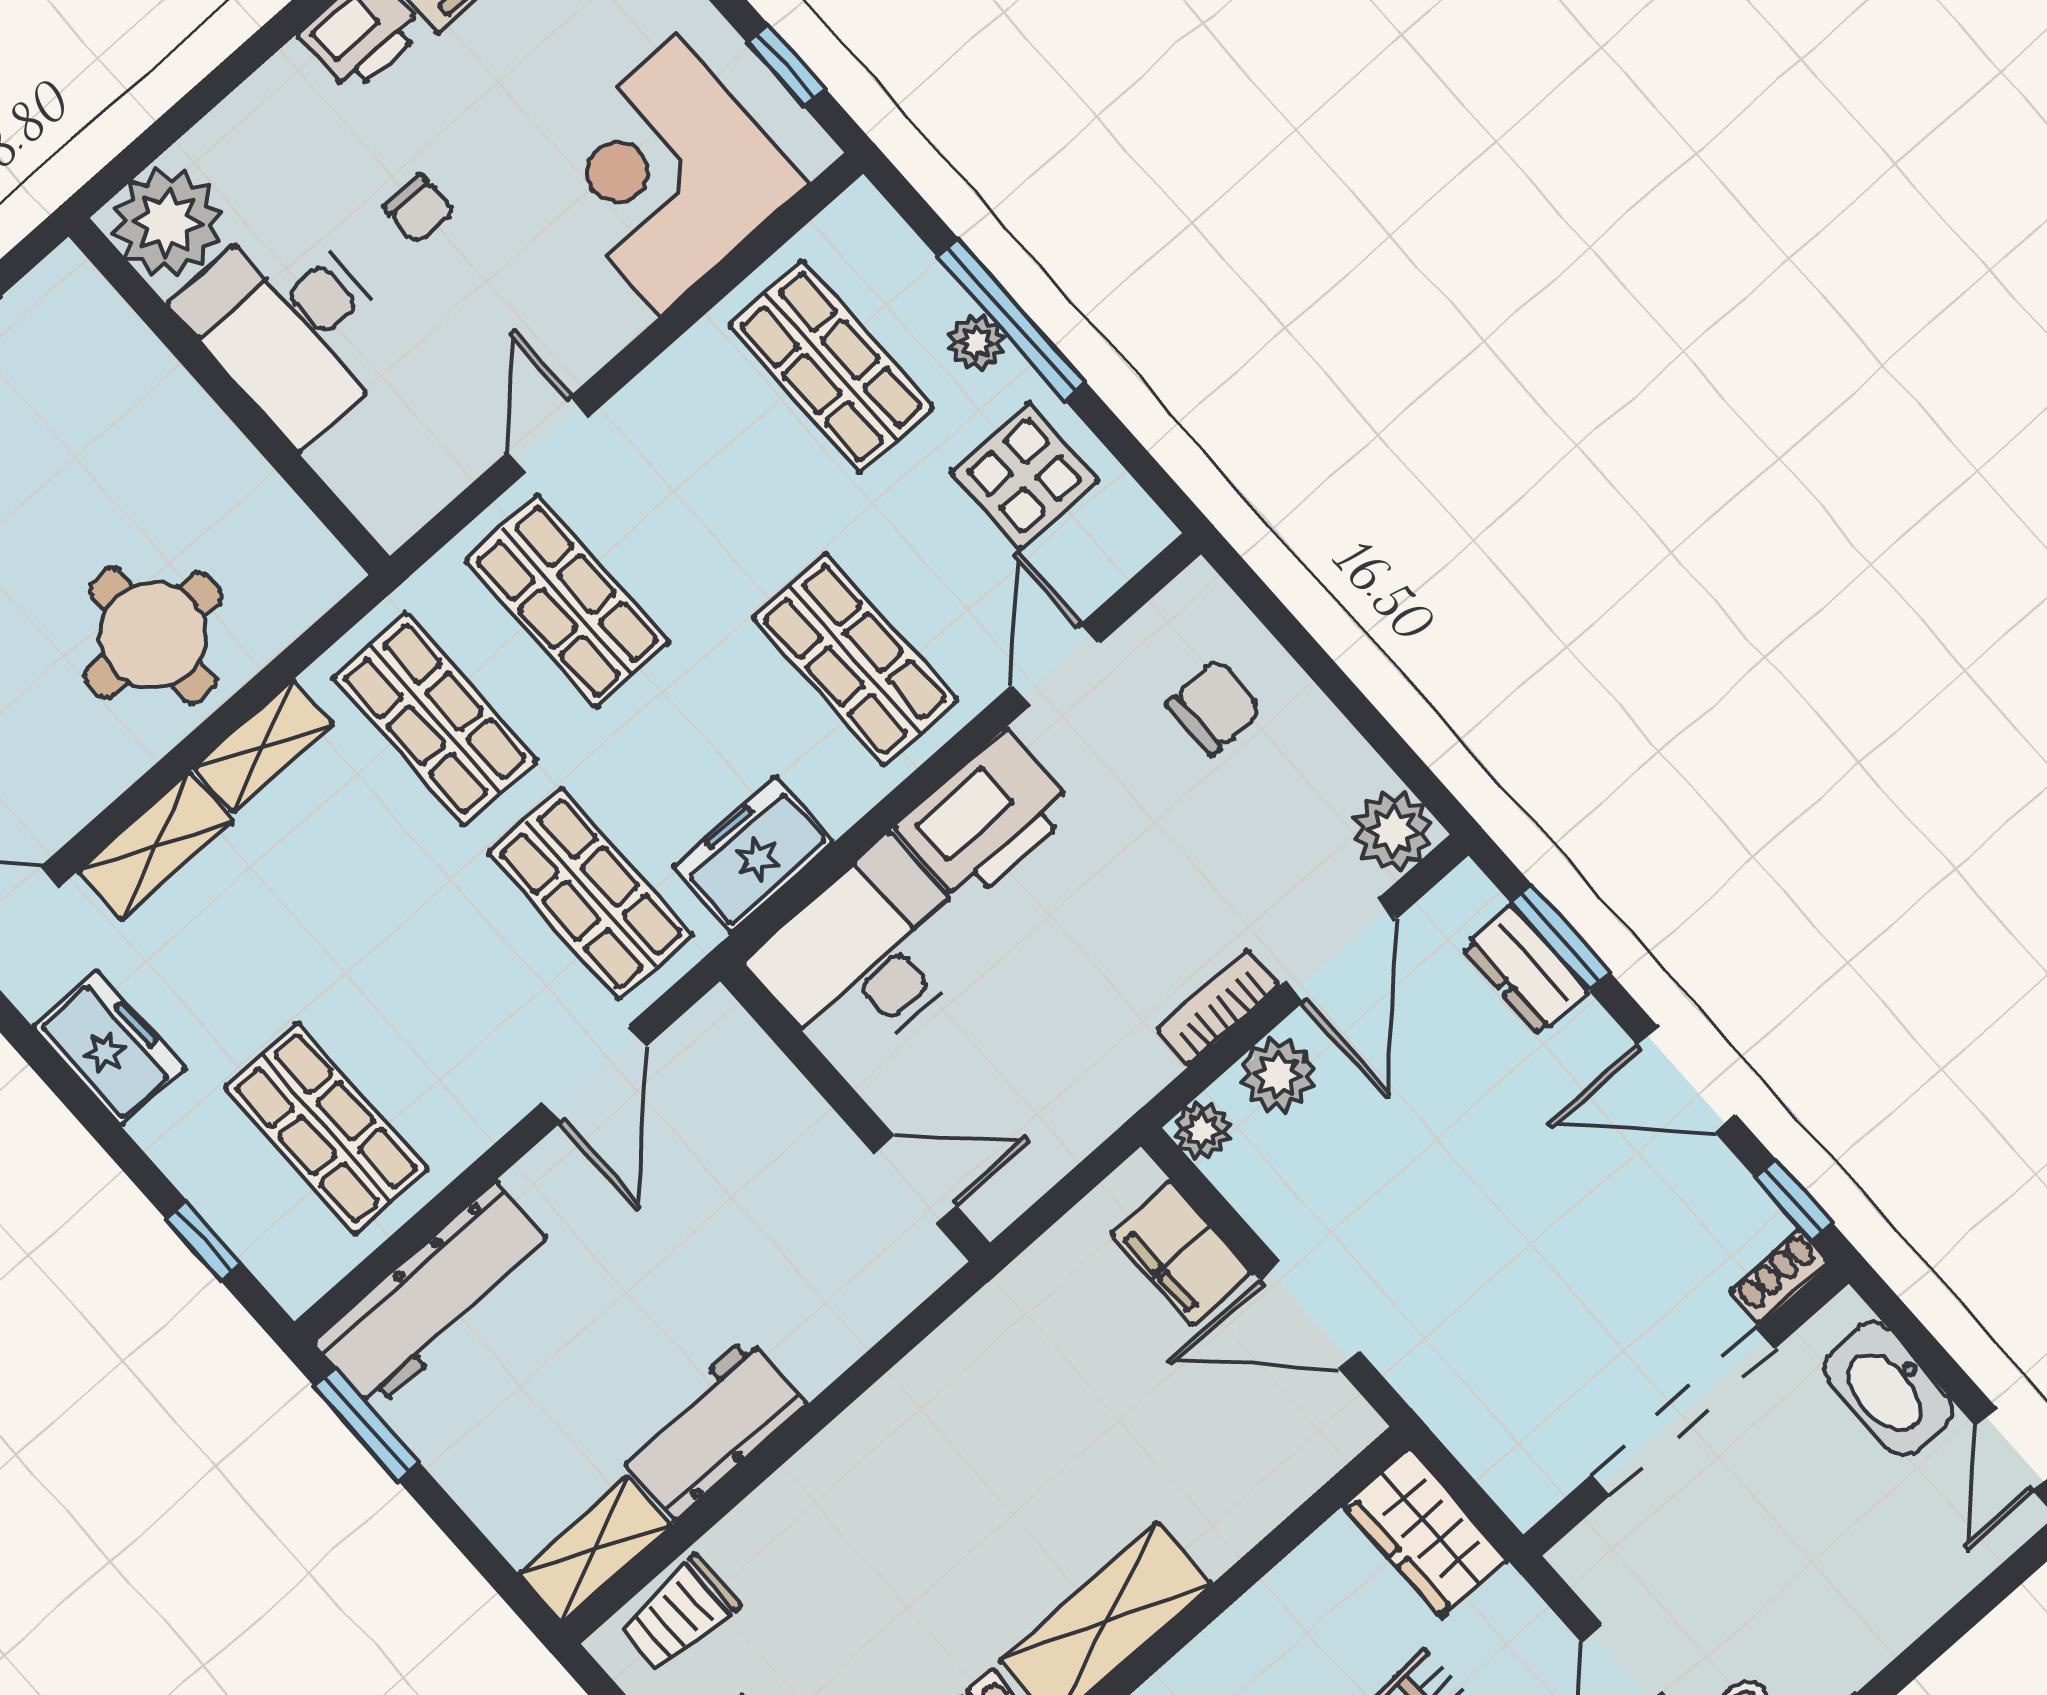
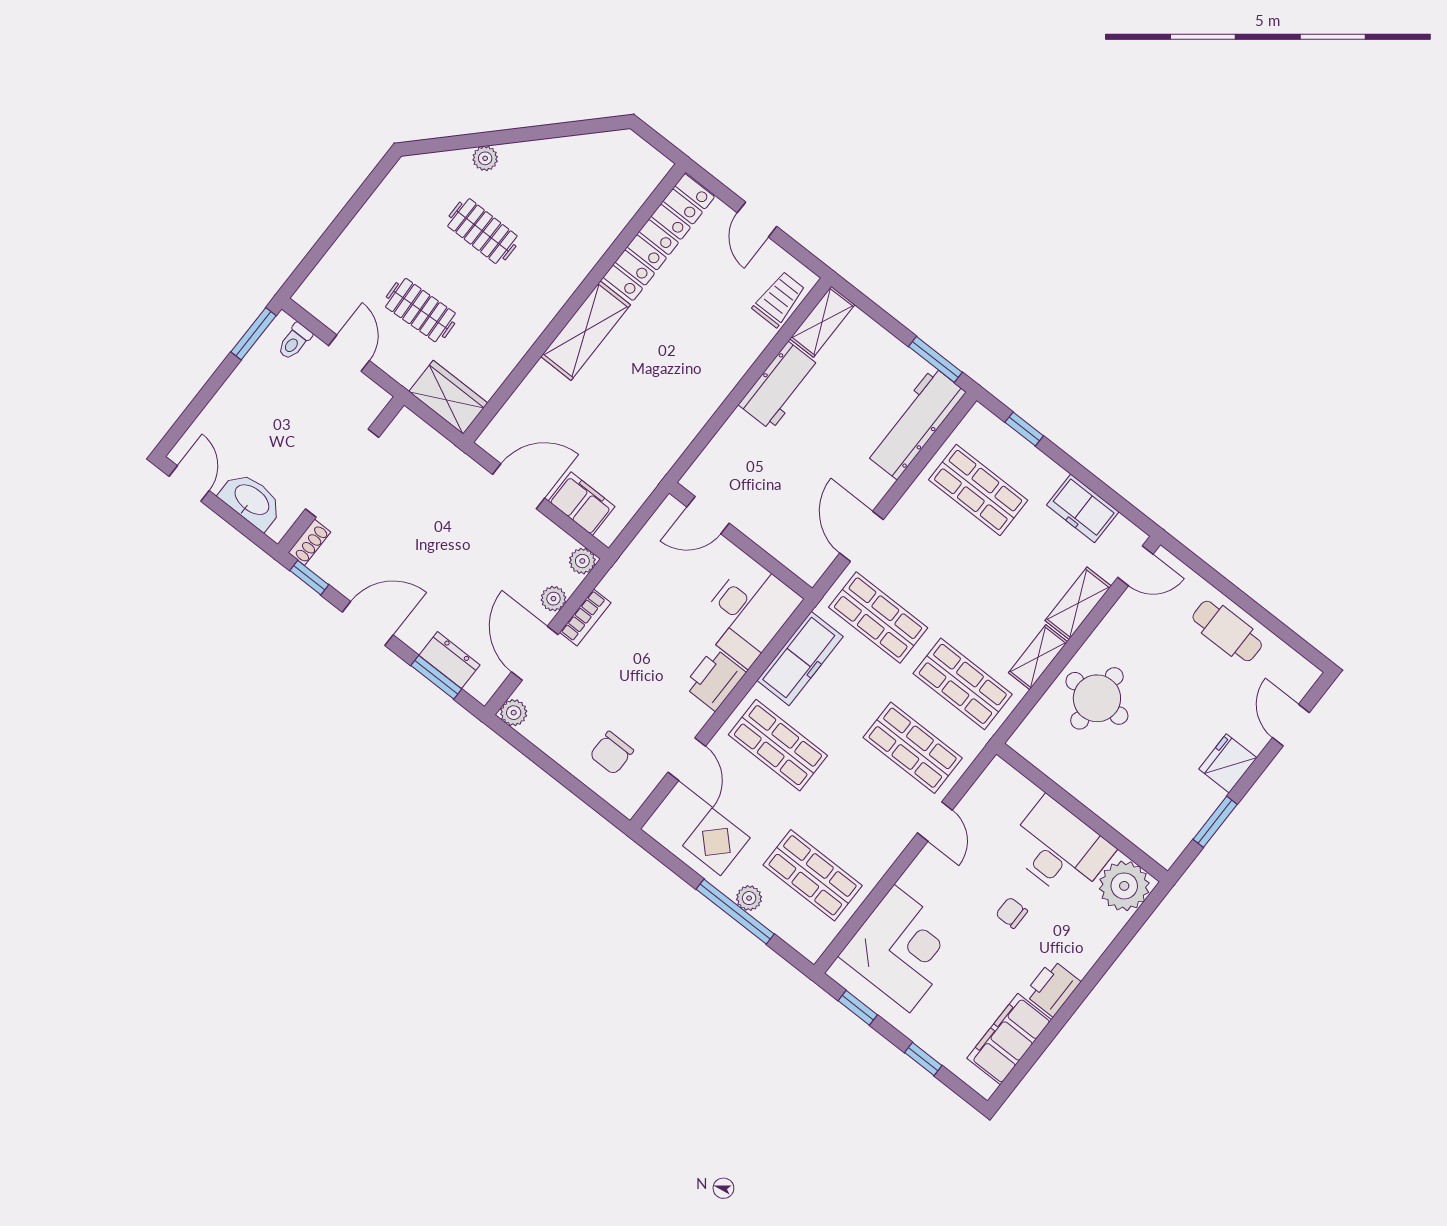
printer: (986, 818) -> (715, 679), width x0.73, depth x0.84
plant: (1393, 831) -> (514, 713), width x0.73, depth x0.73
freezer: (753, 855) -> (800, 658), width x1.40
plant: (1278, 1075) -> (553, 599), width x0.73, depth x0.73

